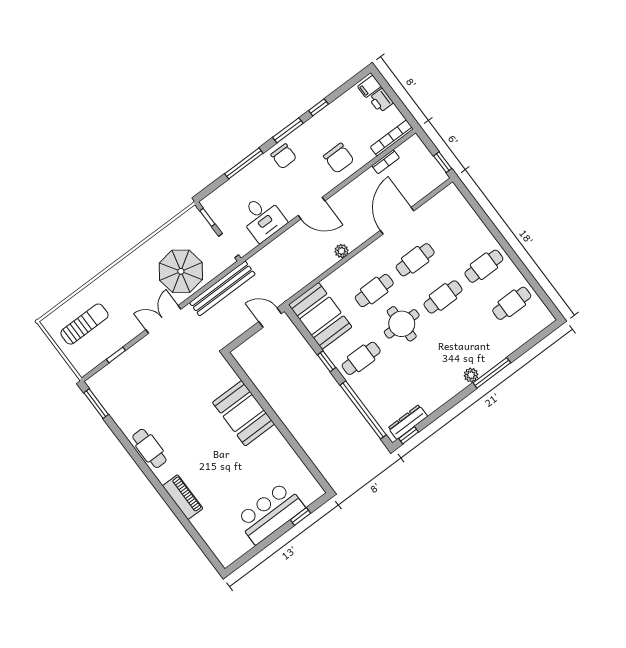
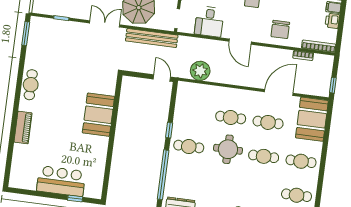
plant: (342, 251) -> (200, 71), moved, width x1.88, depth x1.88
booth: (320, 316) -> (312, 119), moved

